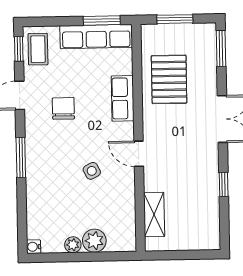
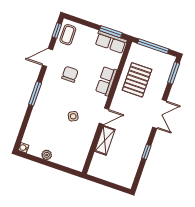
window: (175, 19) -> (153, 46), width x1.44
row of seats: (96, 37) -> (111, 42), width x0.68
door: (139, 154) -> (104, 116), swing flipped
shelving: (154, 215) -> (105, 140), moved
plant: (94, 241) -> (60, 157), removed

